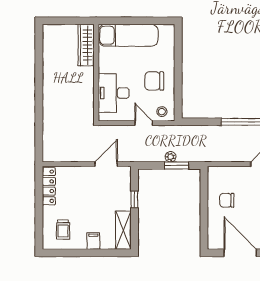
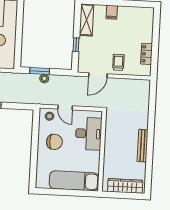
wardrobe: (86, 45) -> (125, 186), moved, turned -90
bench: (48, 82) -> (143, 146), added
locker: (49, 186) -> (147, 54), width x0.66
trolley: (63, 230) -> (118, 62), moved

